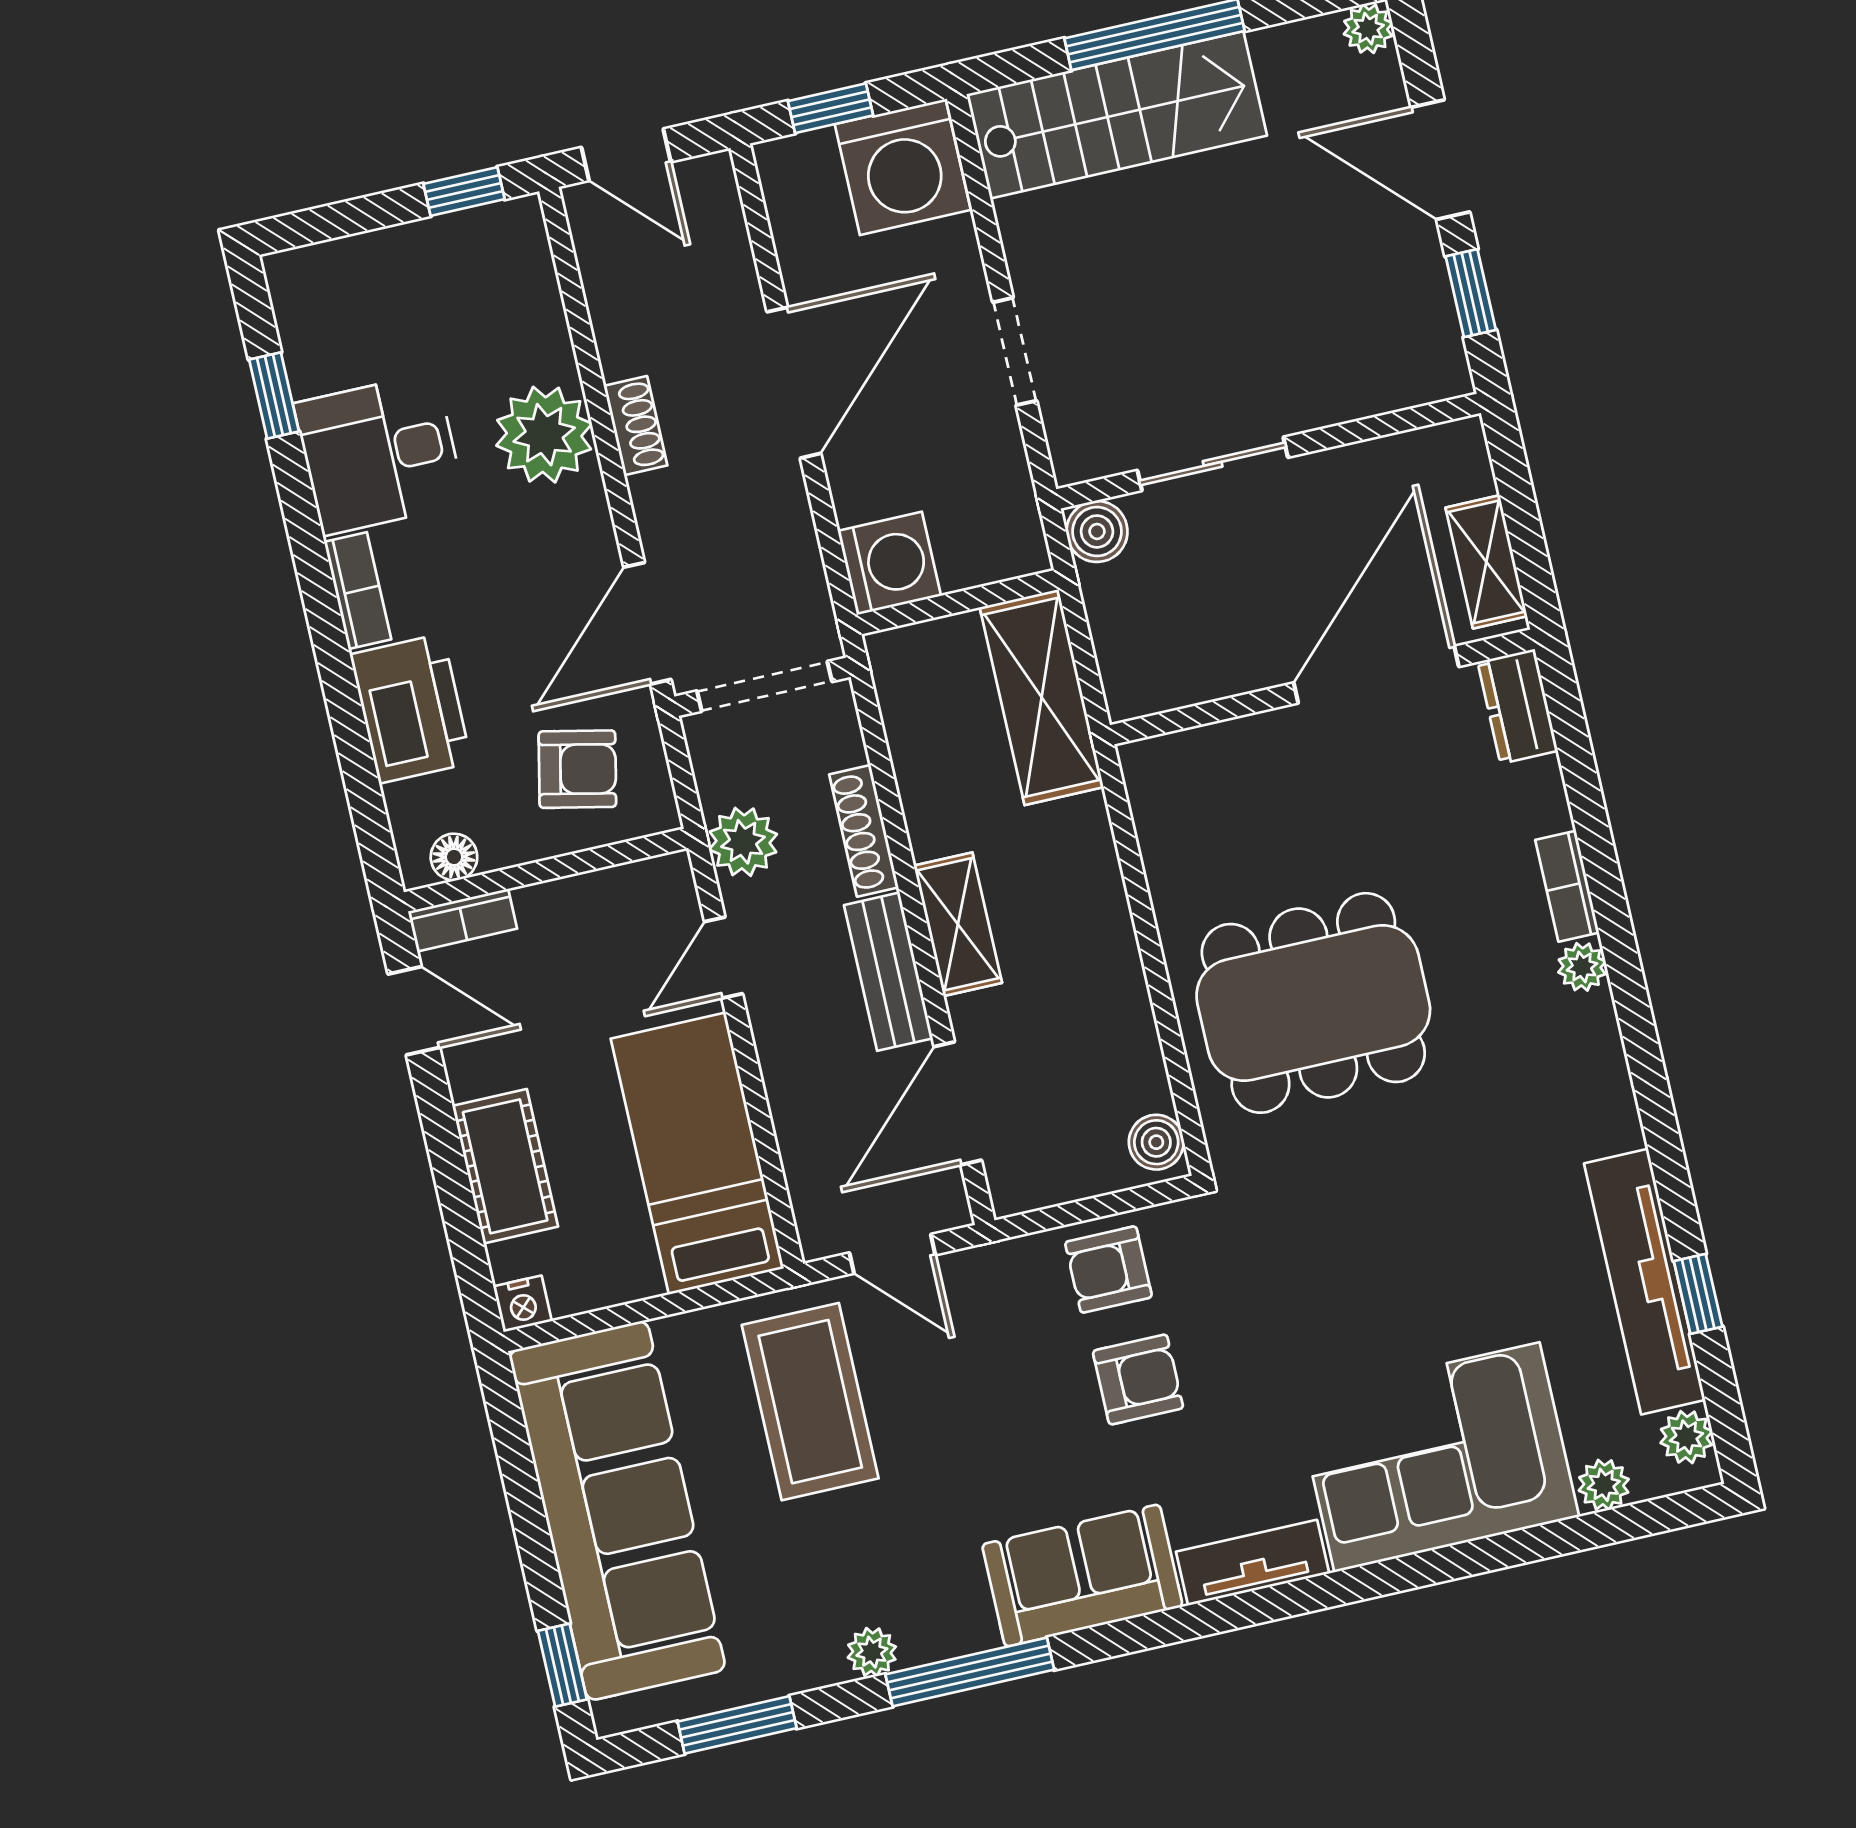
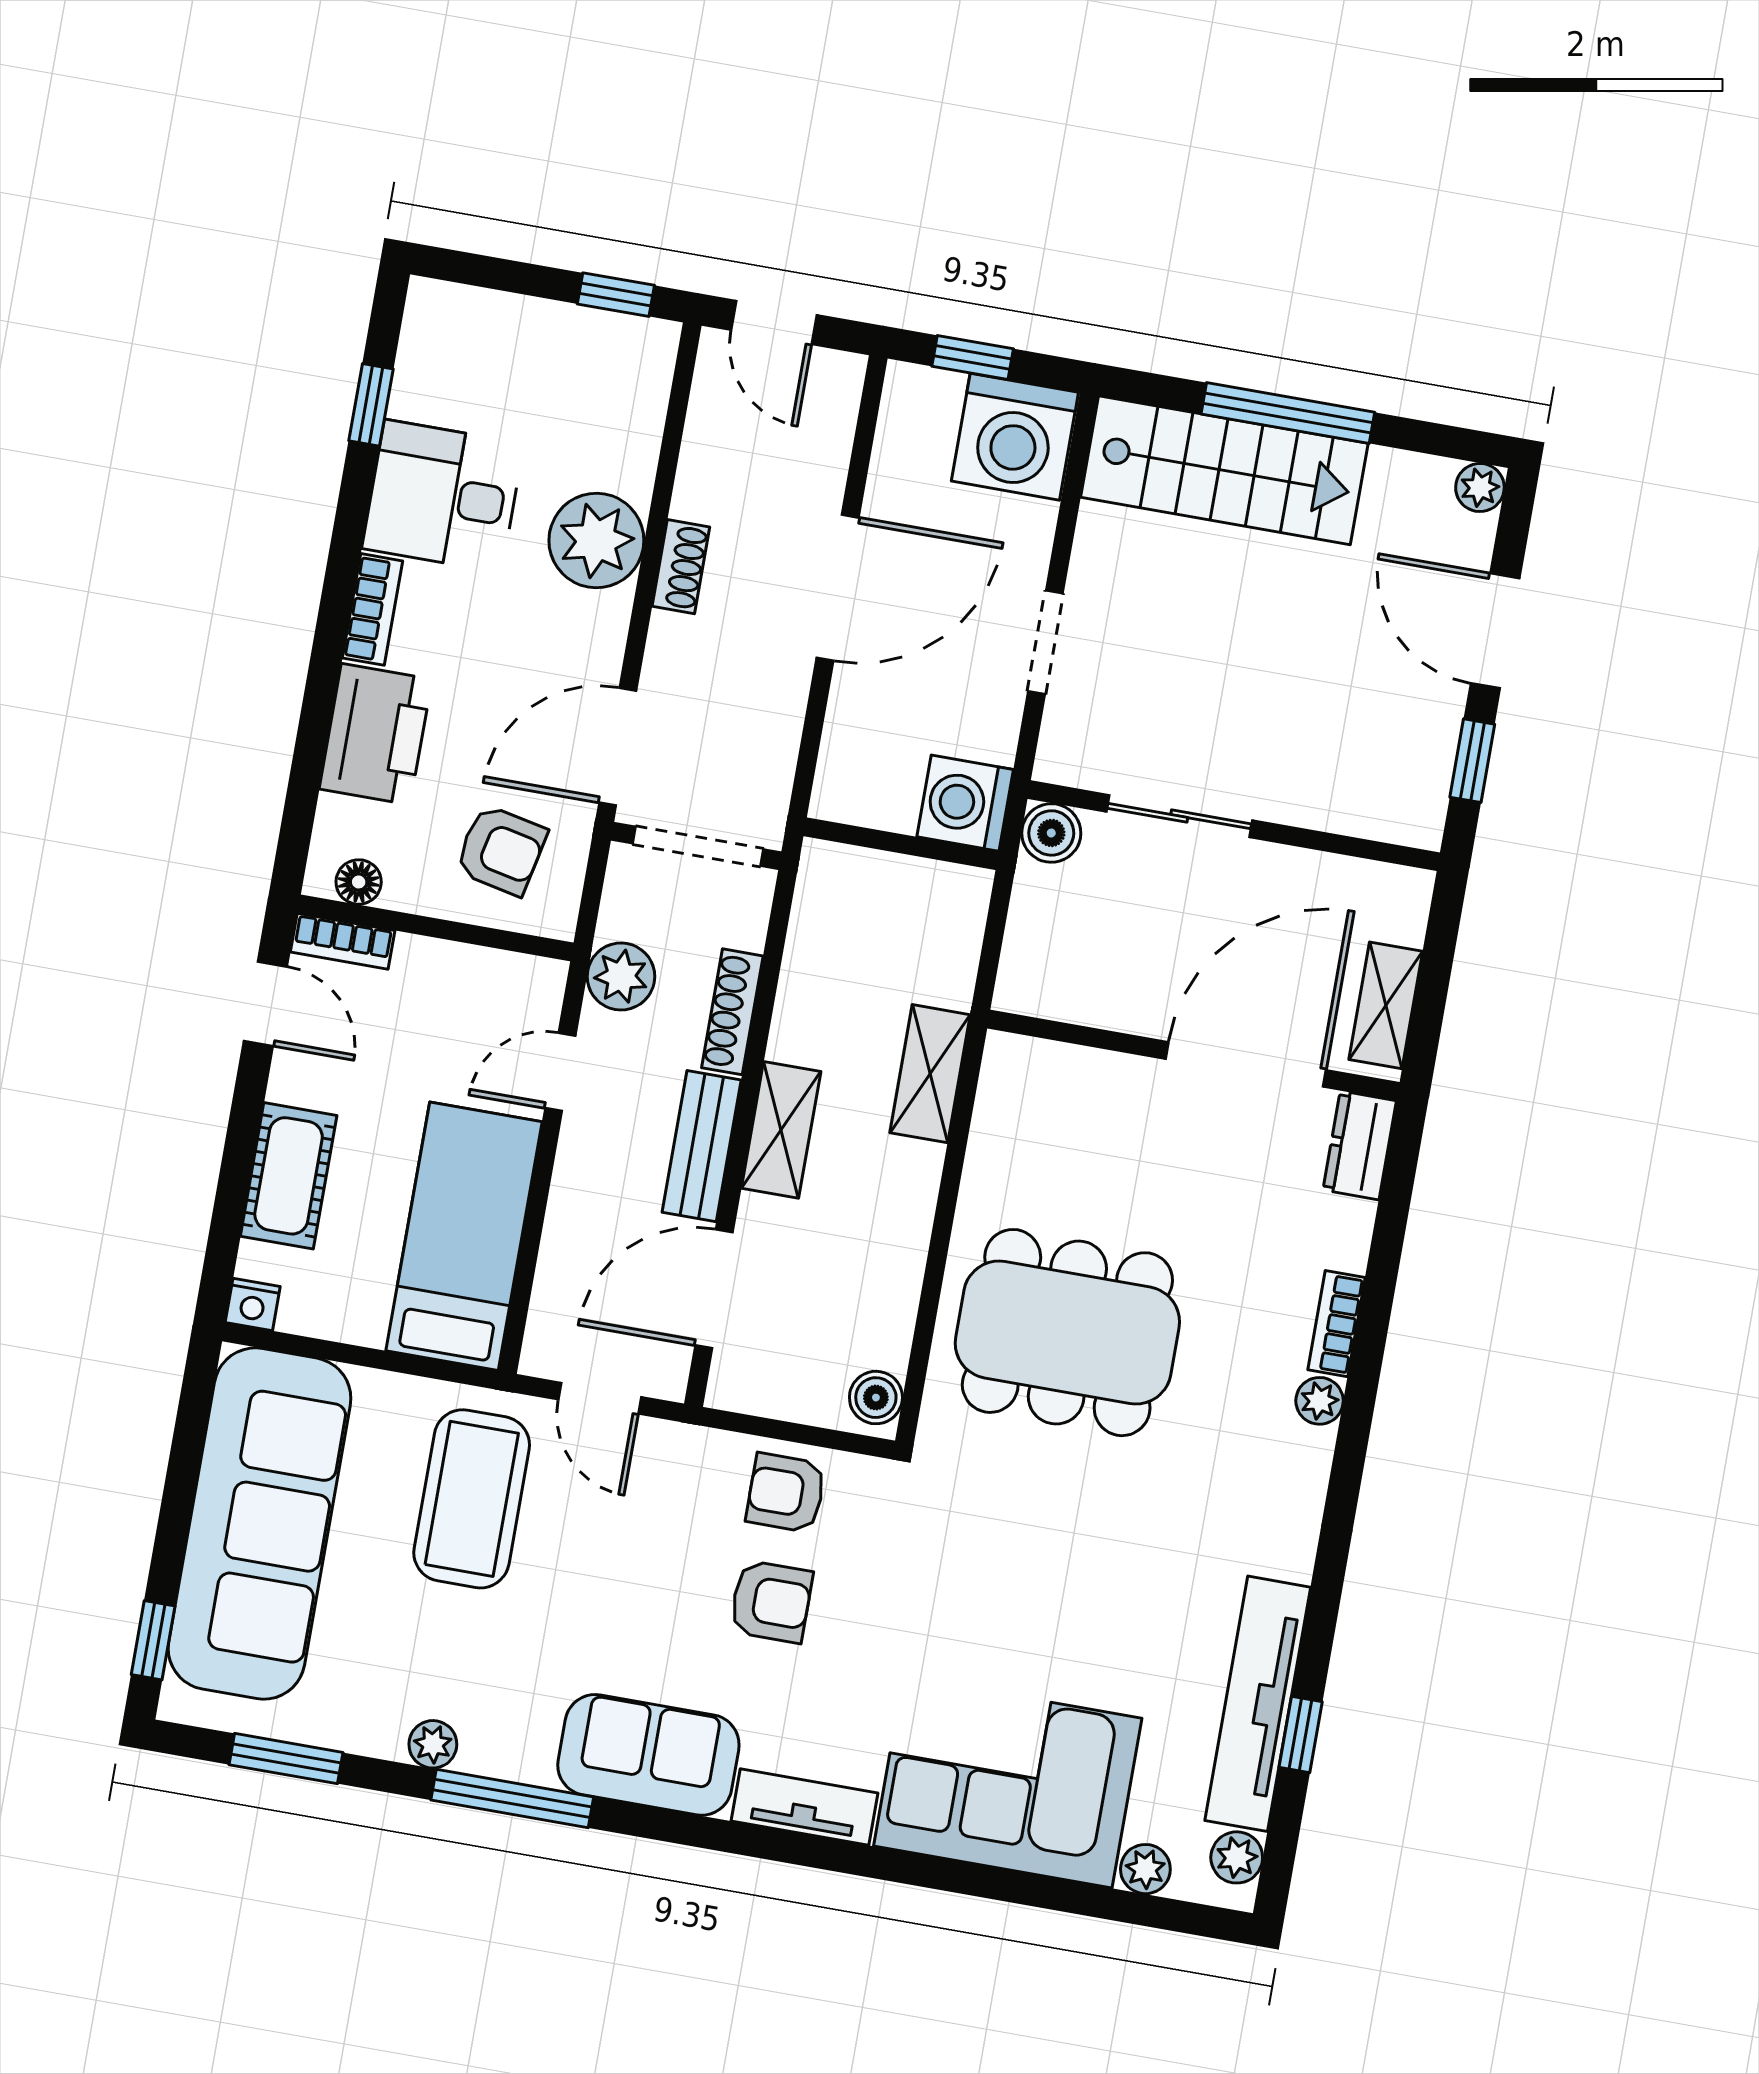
washing machine: (889, 563) -> (965, 803), moved, turned 180
shelving: (1042, 697) -> (930, 1074), moved, width x0.67, depth x0.75

